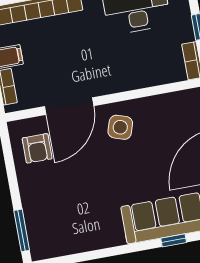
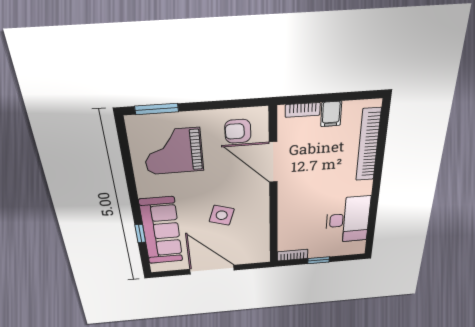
side table: (120, 127) -> (222, 215), moved
grand piano: (66, 211) -> (173, 151), added

